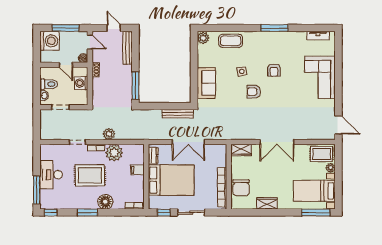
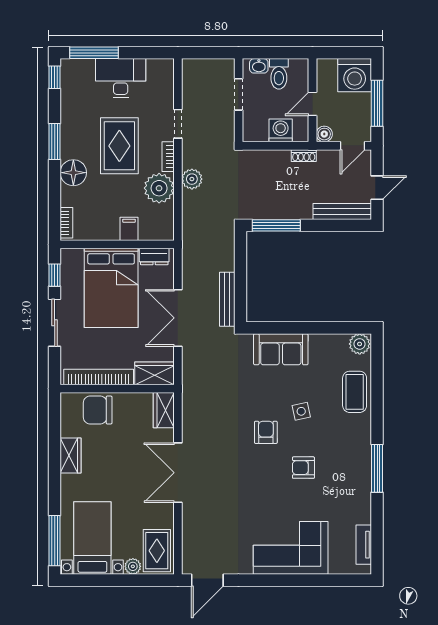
wardrobe: (220, 155) -> (154, 373), added

